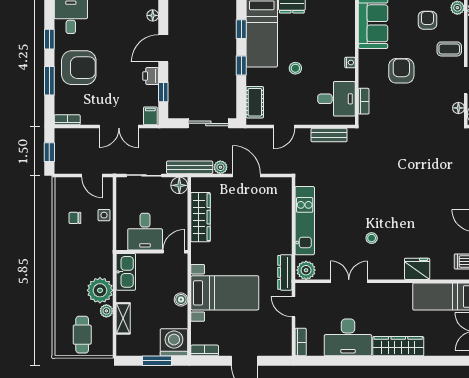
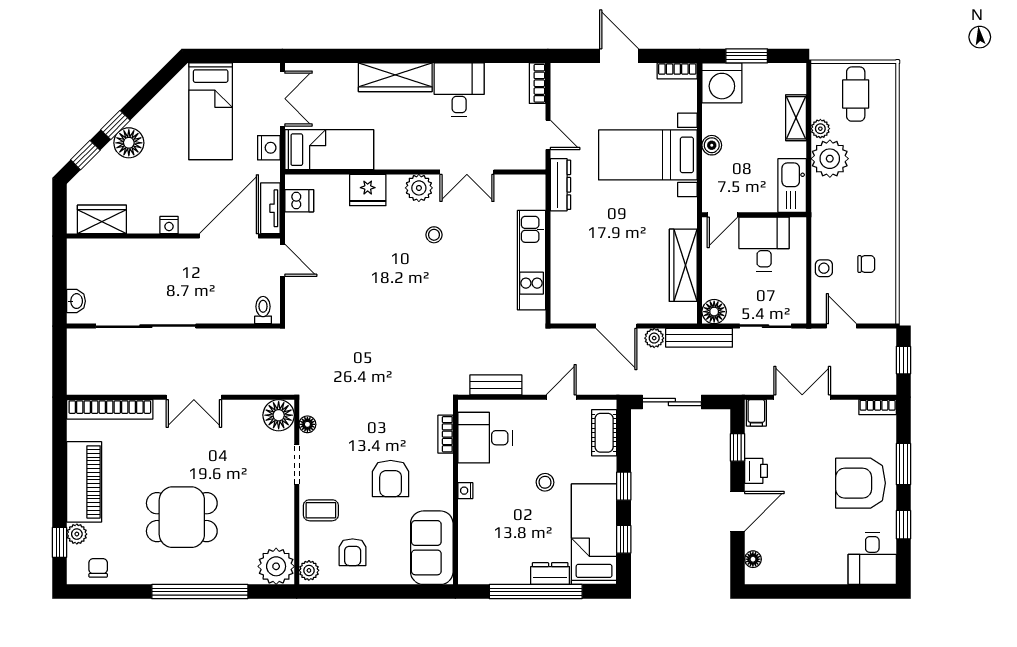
plant: (306, 270) -> (419, 188), moved
desk: (348, 337) -> (459, 90), width x0.73

